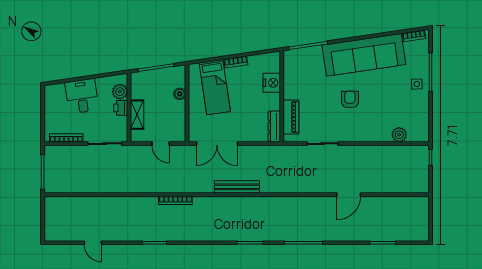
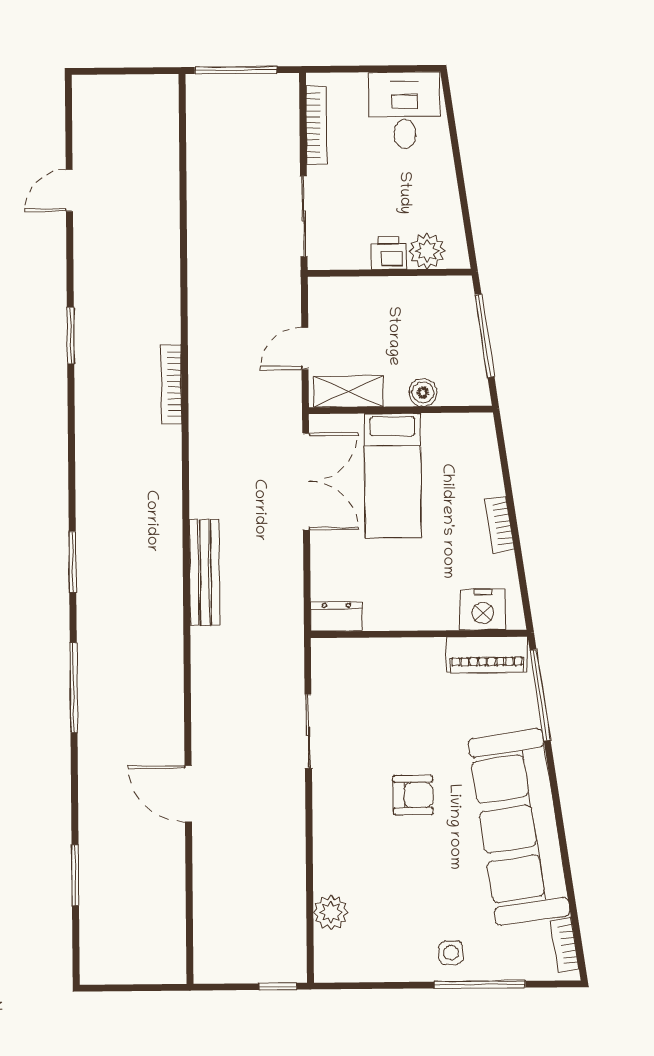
nightstand: (272, 83) -> (483, 610), moved
bed: (215, 87) -> (393, 476), moved, turned -82
desk: (82, 96) -> (405, 110), moved, turned -82
shelving: (137, 115) -> (349, 391), moved
piano: (291, 117) -> (487, 655), moved
dresser: (274, 127) -> (336, 617), width x0.70
double door: (217, 144) -> (306, 482), swing flipped
bench: (237, 187) -> (205, 573), moved

